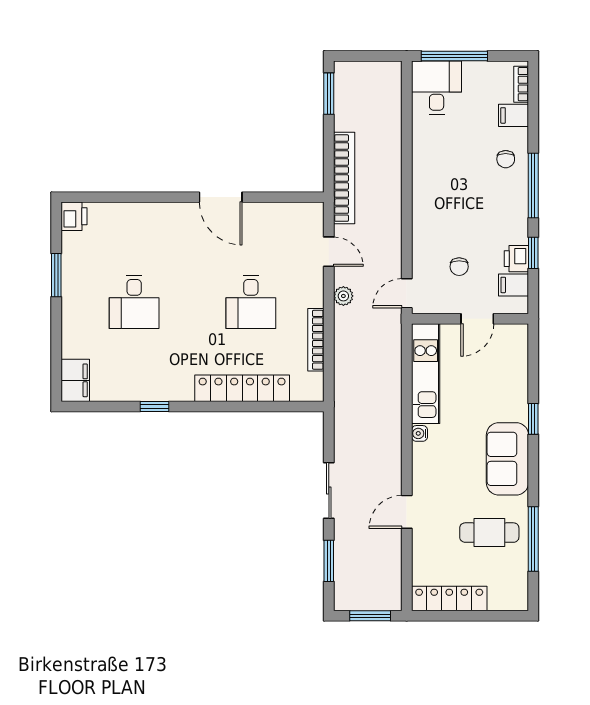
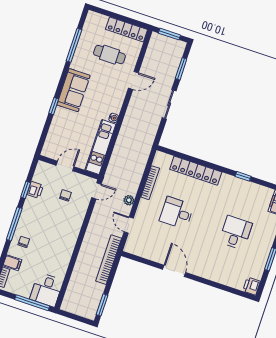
filing cabinet: (514, 285) -> (41, 177), removed
desk: (251, 302) -> (177, 213), turned -90
cafe table: (489, 533) -> (109, 55), moved

